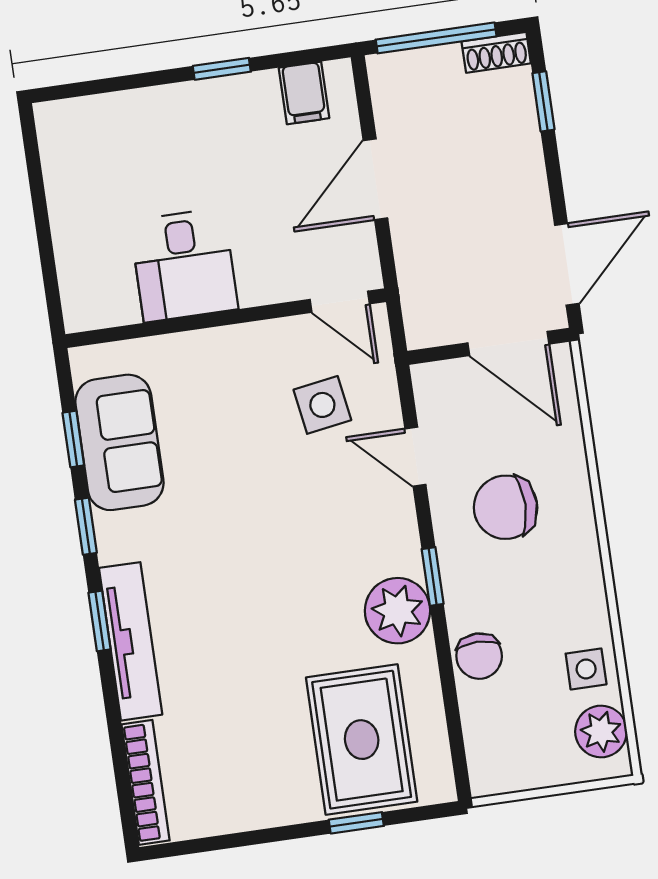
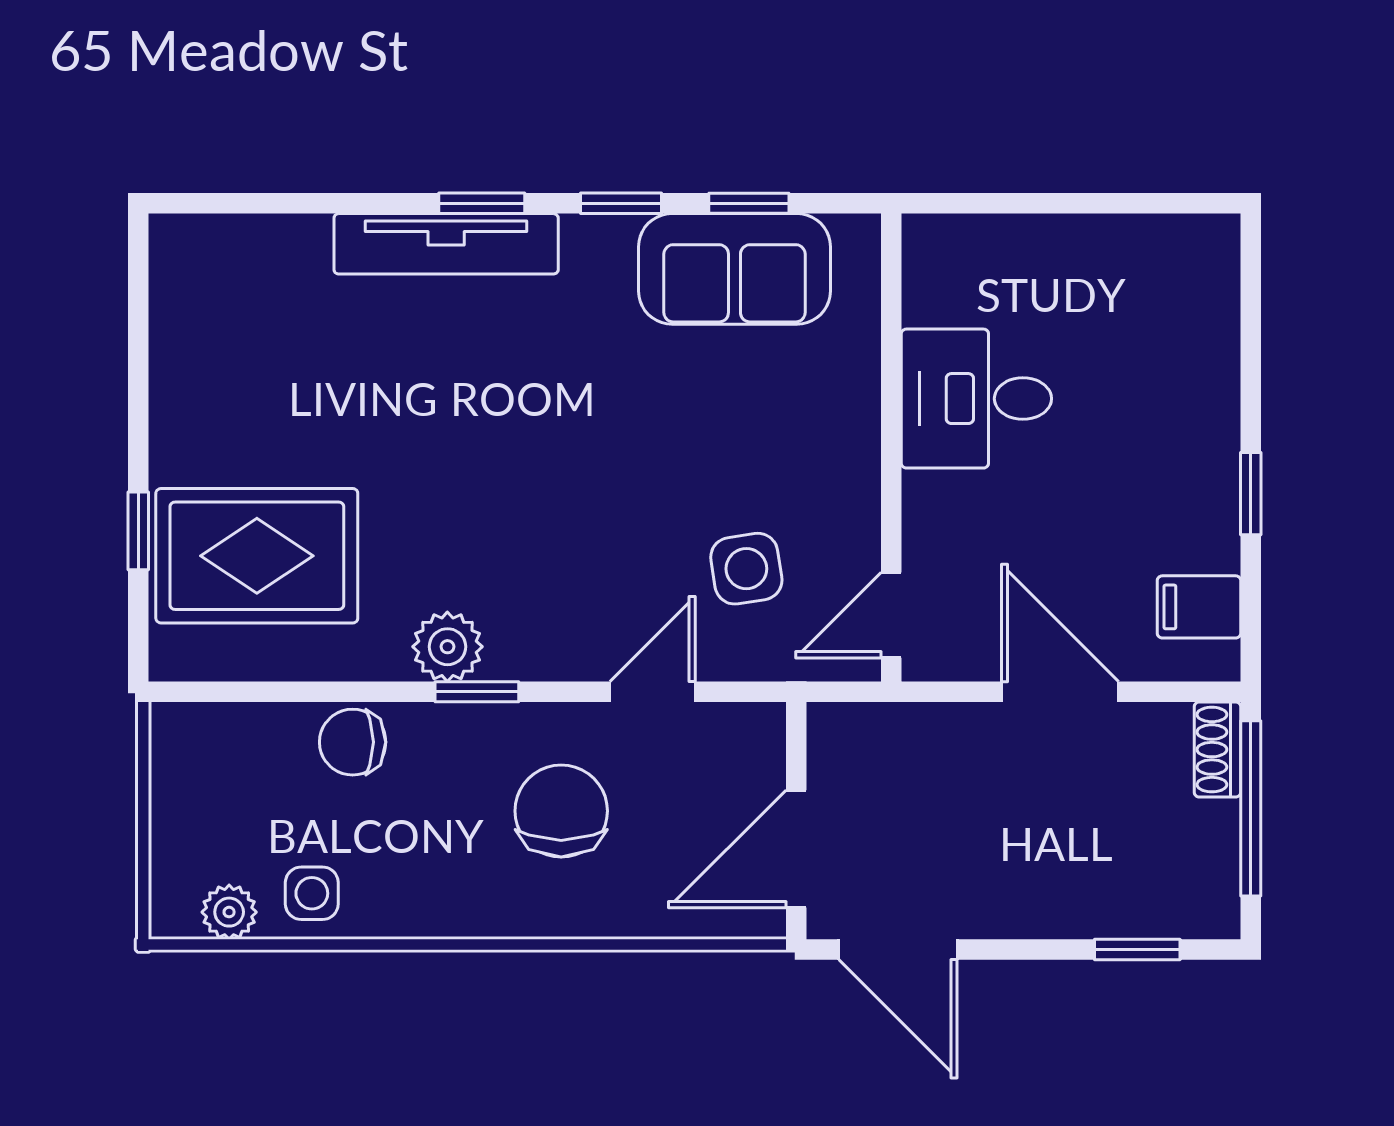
shoe rack: (496, 52) -> (1217, 750), moved
plant: (397, 611) -> (447, 647), width x0.73, depth x0.73
plant: (601, 731) -> (229, 912), width x0.73, depth x0.73
bookcase: (146, 782) -> (240, 236), removed

